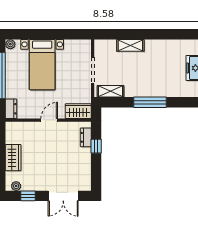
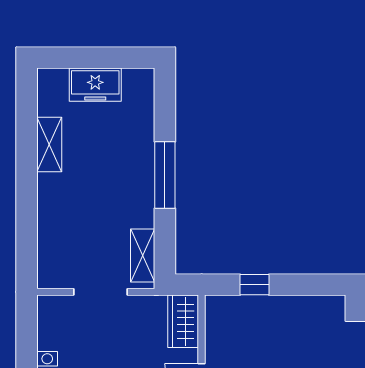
shelving: (130, 45) -> (49, 144), moved
dresser: (86, 137) -> (236, 306), removed

